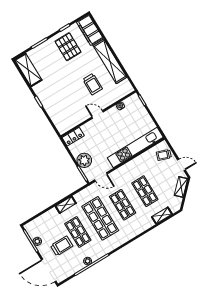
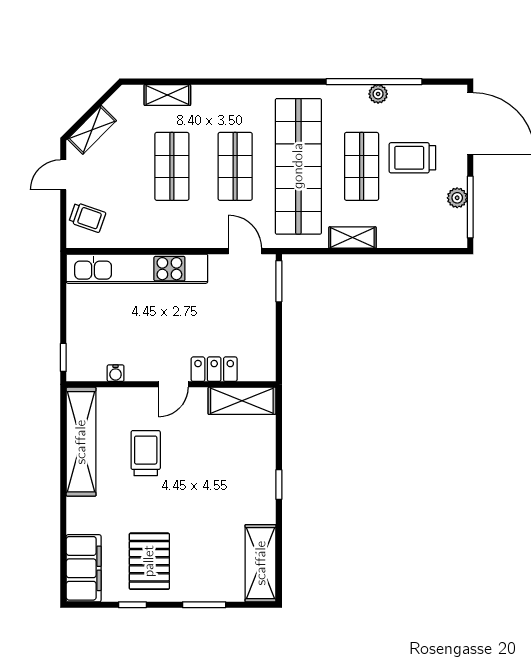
shelving: (110, 61) -> (81, 442), moved
door: (98, 114) -> (173, 384), hinge flipped
shelving: (70, 123) -> (242, 401), added
locker: (73, 137) -> (214, 369), moved
plant: (84, 160) -> (258, 306), removed
door: (181, 165) -> (63, 175), hinge flipped
shop shelf: (100, 218) -> (298, 166), width x1.40

